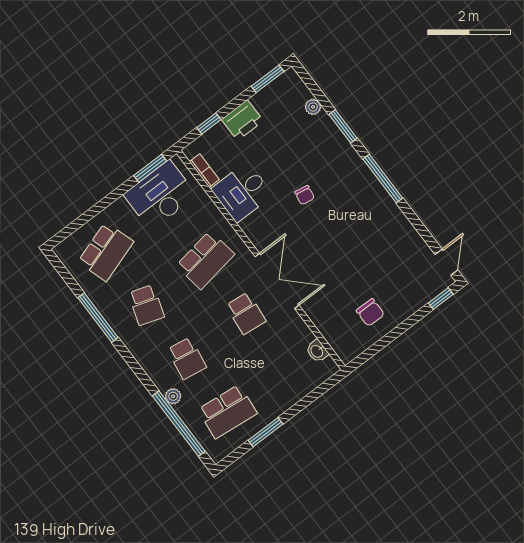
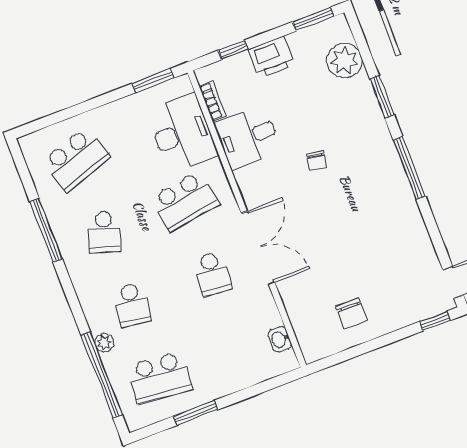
plant: (313, 107) -> (344, 61), width x1.88, depth x1.88
desk: (160, 195) -> (182, 133), moved, turned 90

